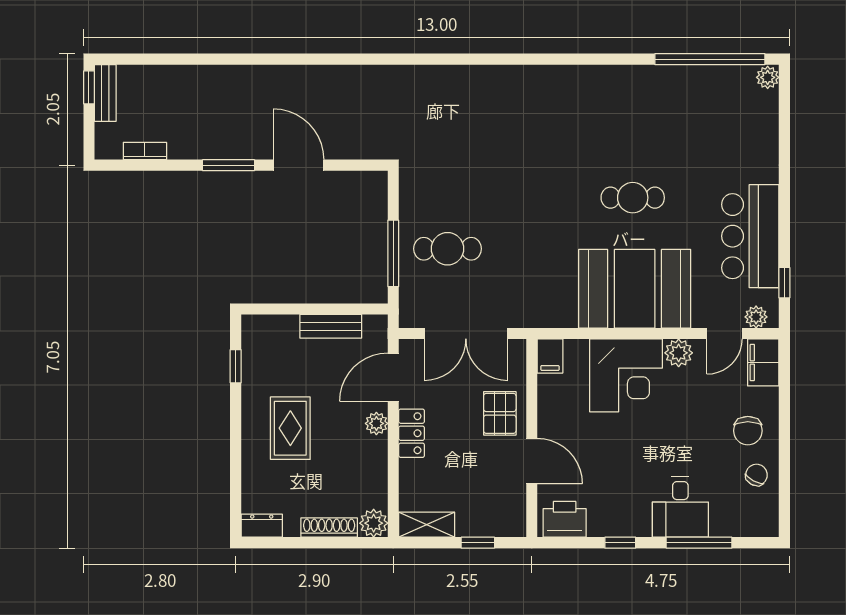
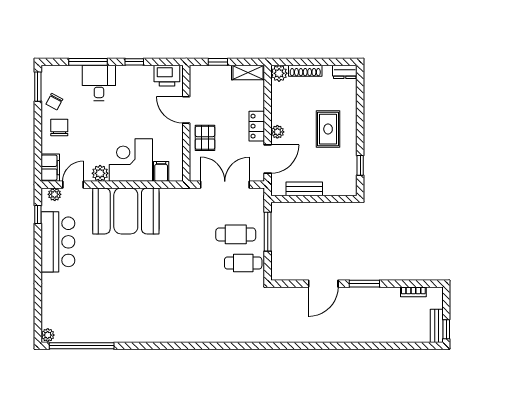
door: (298, 165) -> (323, 284), hinge flipped
cafe table: (633, 198) -> (243, 263), moved
filing cabinet: (550, 356) -> (161, 171), moved
window: (784, 500) -> (38, 87), added

